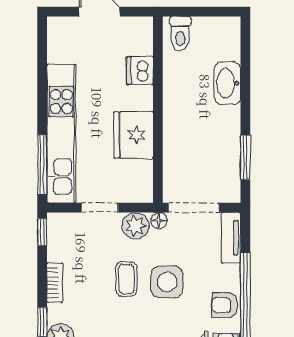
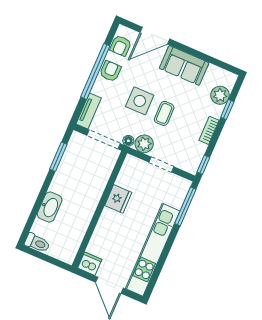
toilet: (180, 34) -> (37, 243), moved, turned 90
dishwasher: (140, 71) -> (90, 264), moved, turned -90
kitchen unit: (61, 134) -> (153, 250), moved
fridge: (133, 135) -> (118, 199), width x0.73, depth x0.75
armchair: (225, 305) -> (110, 71), turned -90

